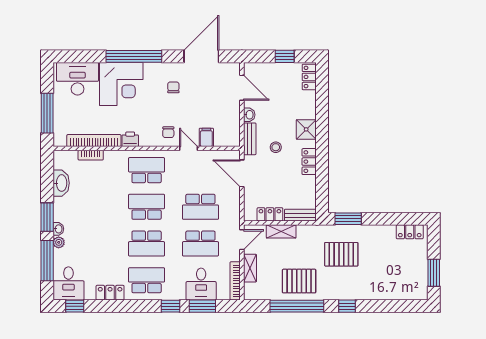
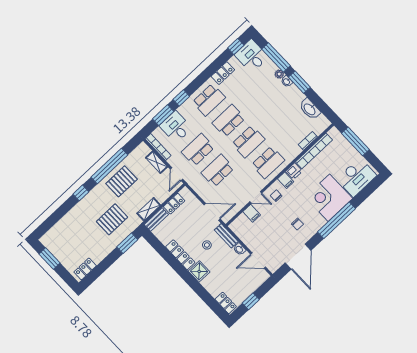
filing cabinet: (146, 138) -> (286, 180), added
locker: (309, 162) -> (180, 255), width x1.53
shelving: (281, 231) -> (149, 209), moved

